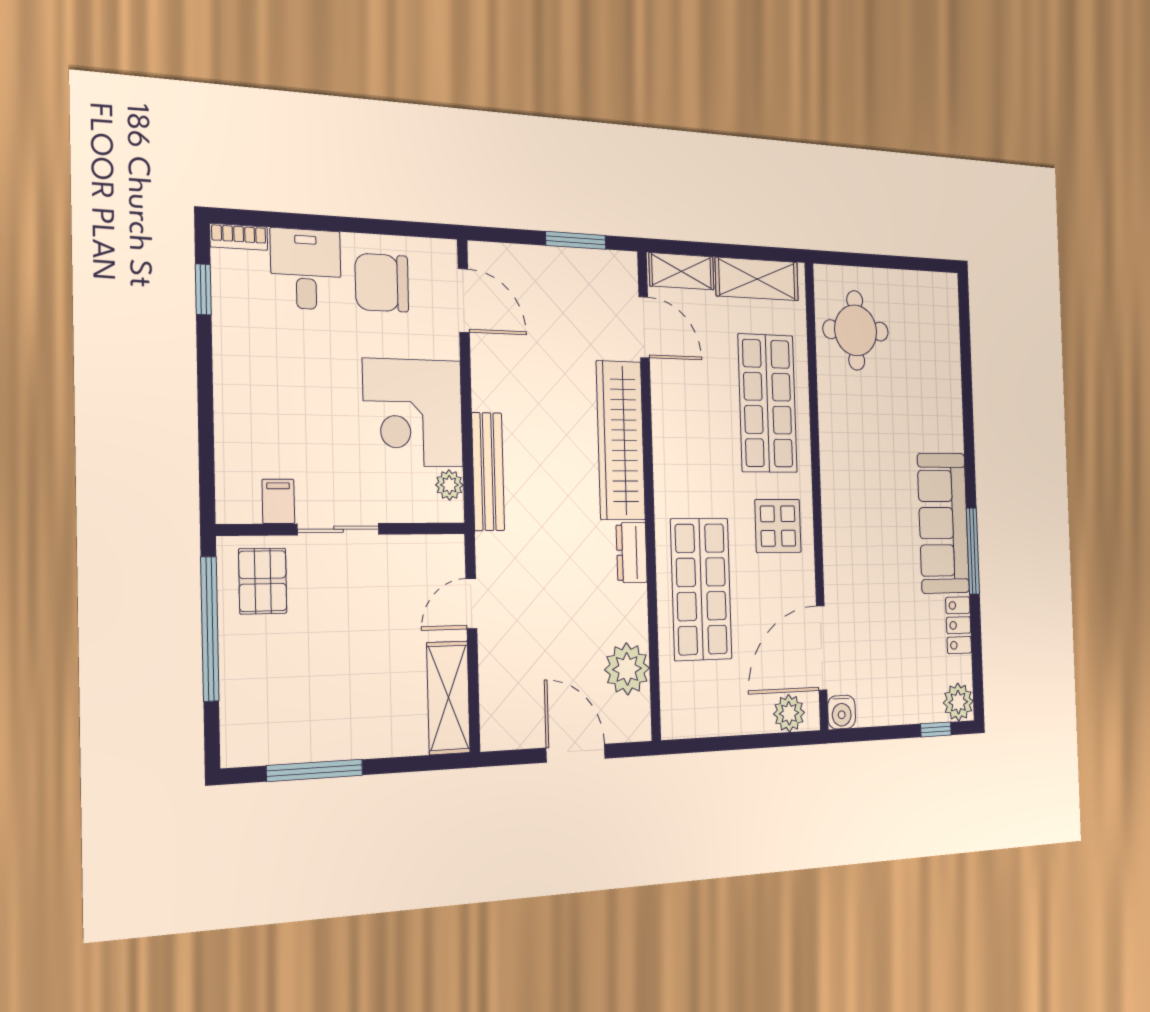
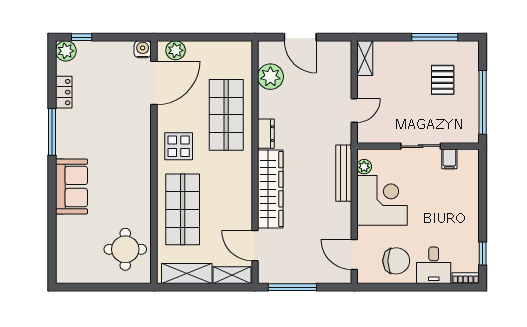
window: (576, 240) -> (292, 287), width x1.44
sofa: (943, 523) -> (72, 186), moved, width x0.73
pallet: (263, 581) -> (443, 80), moved
shelving: (448, 698) -> (365, 58), width x0.67, depth x0.75

